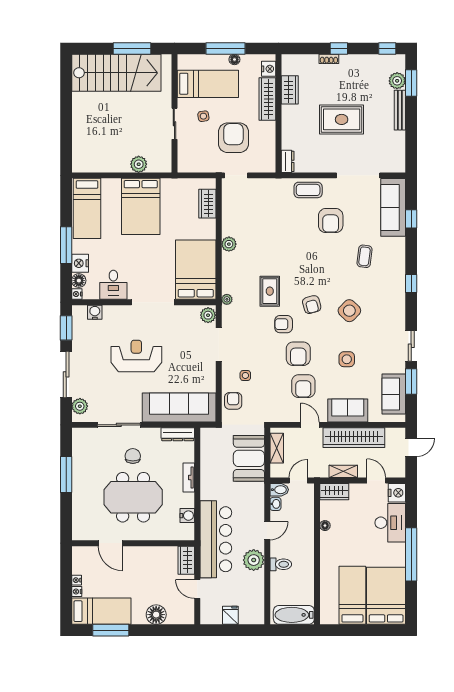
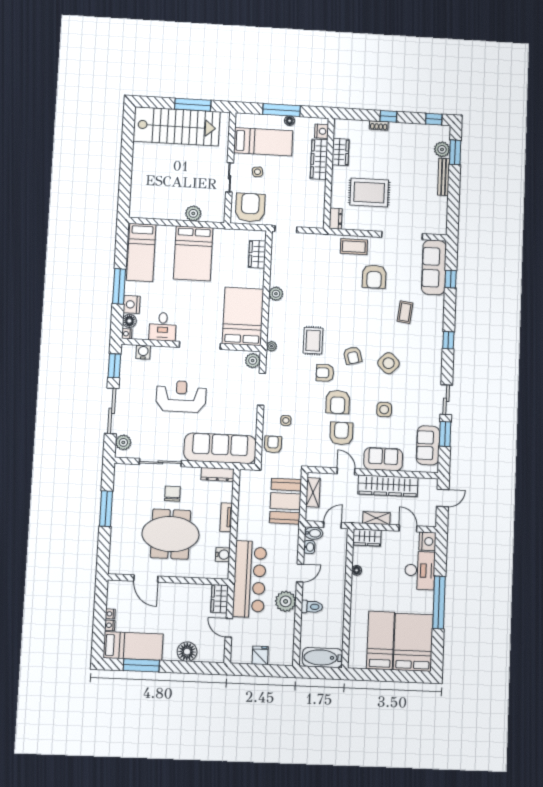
rug: (342, 119) -> (369, 192), moved
armchair: (233, 138) -> (250, 207), moved
armchair: (303, 386) -> (341, 433), turned 180

